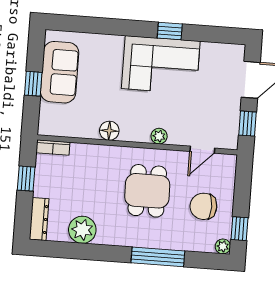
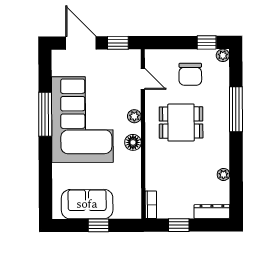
window: (170, 31) -> (45, 114), width x2.17
corner sofa: (161, 65) -> (82, 120), width x1.36, depth x1.36
floor lamp: (109, 131) -> (133, 142), moved
plant: (82, 230) -> (223, 174), width x0.53, depth x0.53

